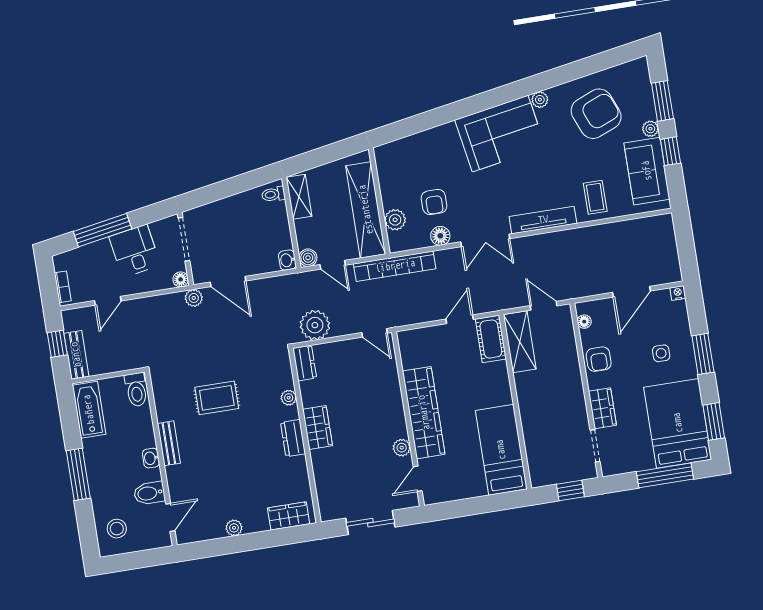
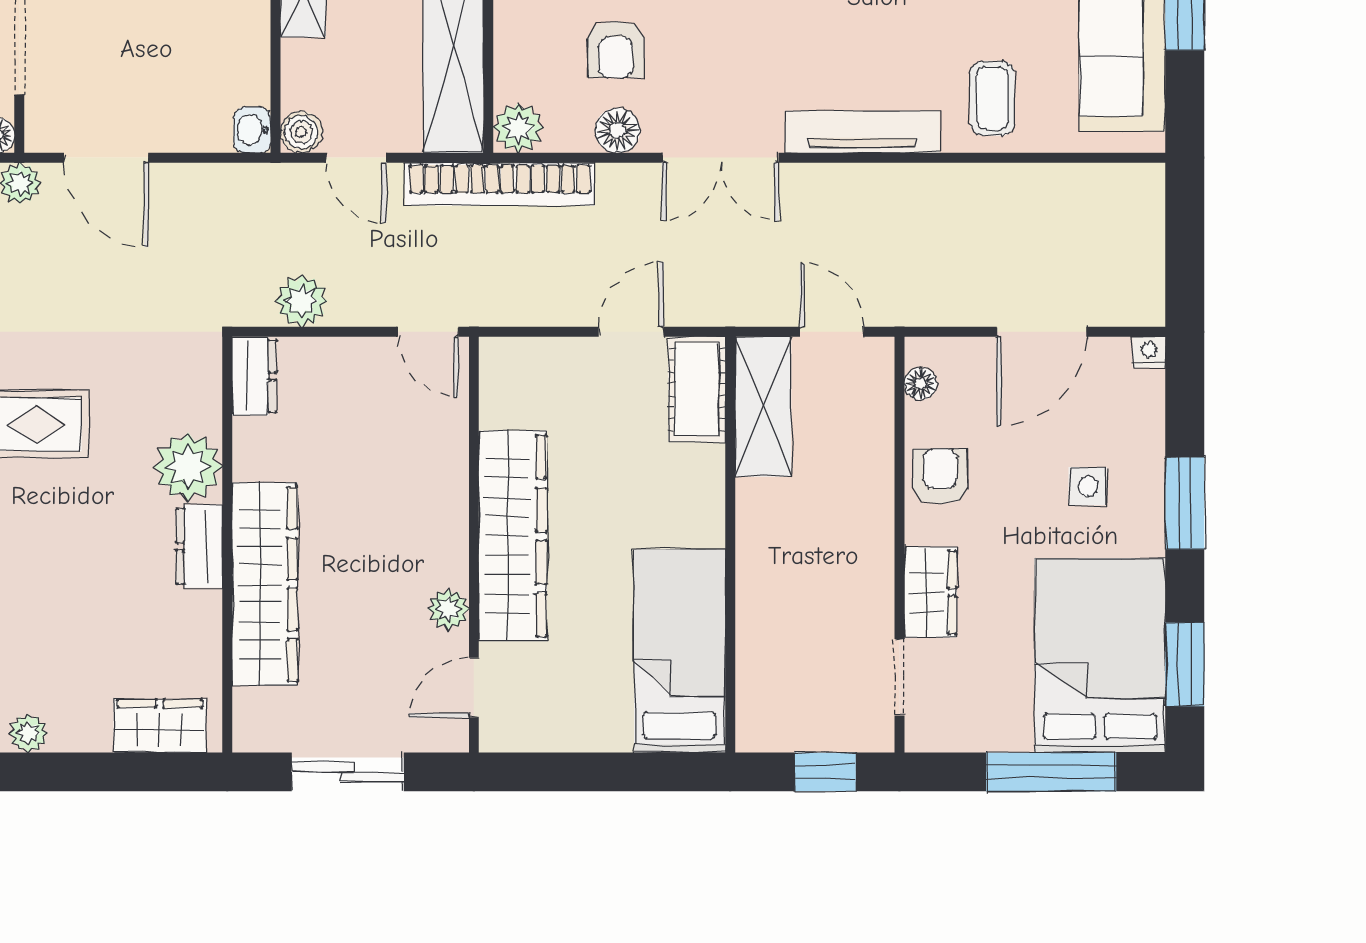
plant: (395, 220) -> (518, 128), moved
plant: (315, 325) -> (302, 301), width x0.73, depth x0.73
armchair: (599, 359) -> (940, 477), turned 180
plant: (289, 398) -> (188, 467), width x1.87, depth x1.87
wardrobe: (317, 428) -> (265, 584), width x2.10, depth x1.17

